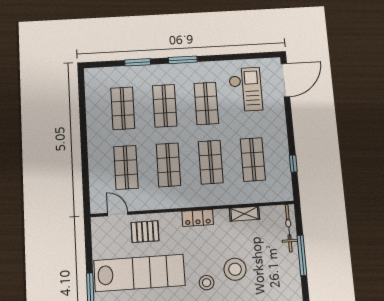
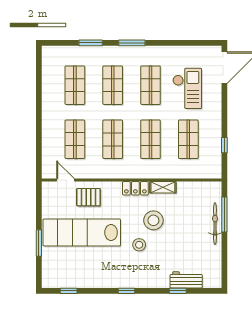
checkout: (246, 89) -> (187, 88), moved
shelving: (245, 214) -> (163, 187), moved
bicycle: (289, 228) -> (215, 224), moved
window: (302, 255) -> (224, 214), moved
stool: (235, 269) -> (153, 220), moved
lab bench: (139, 273) -> (82, 233), turned 180

